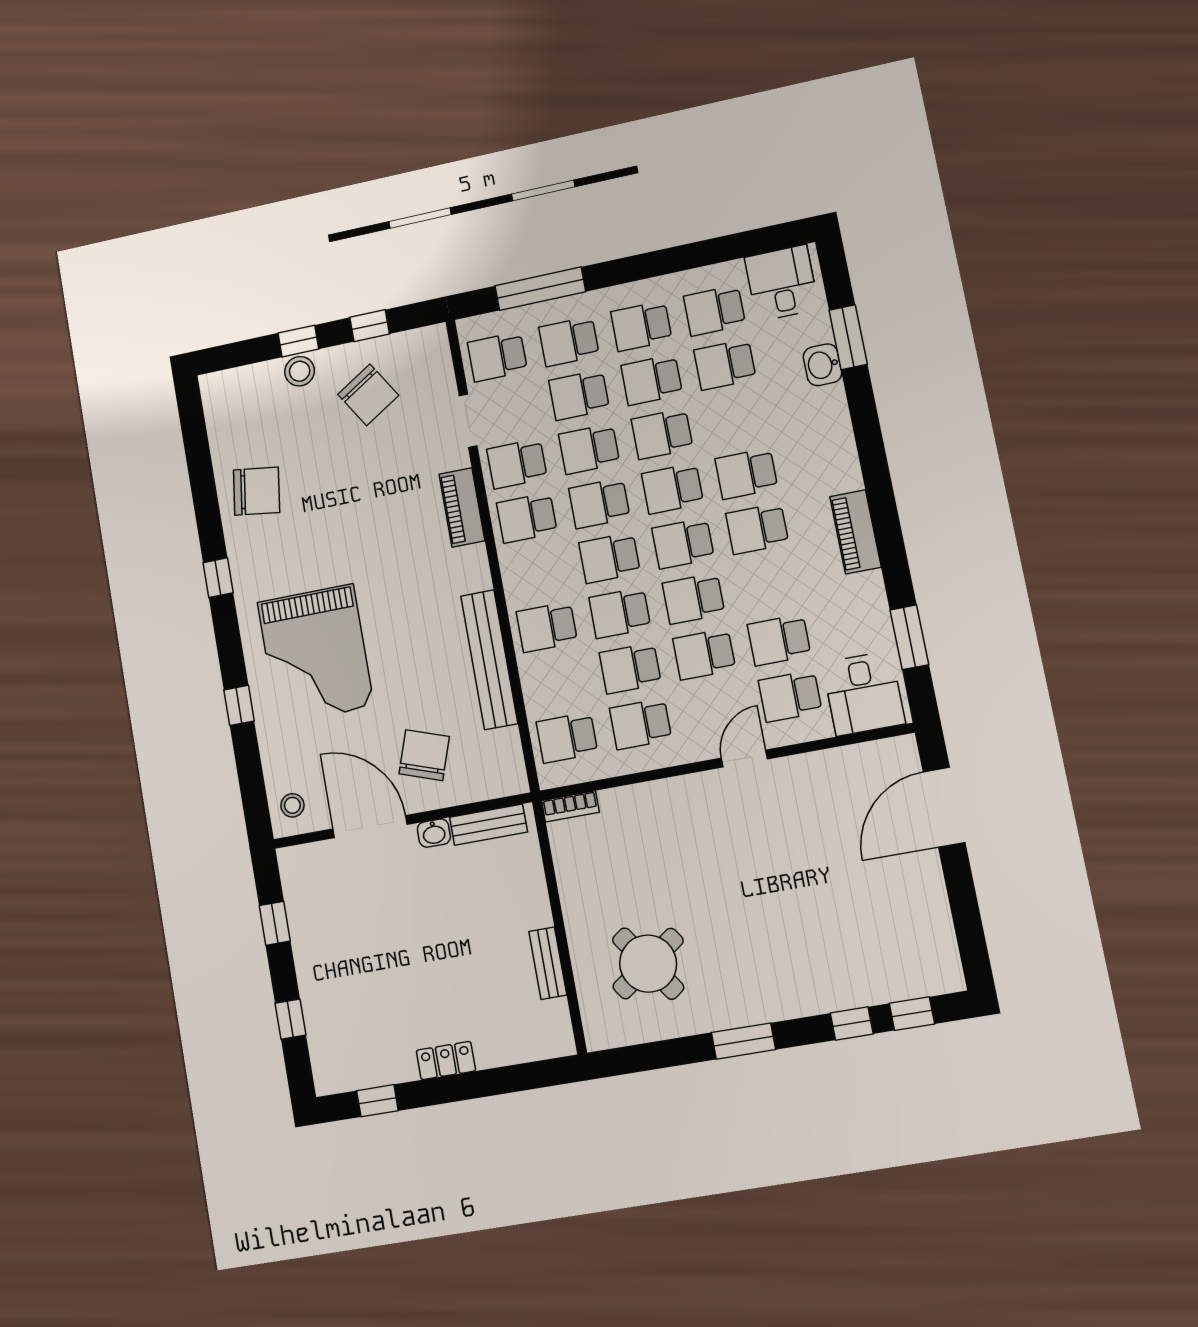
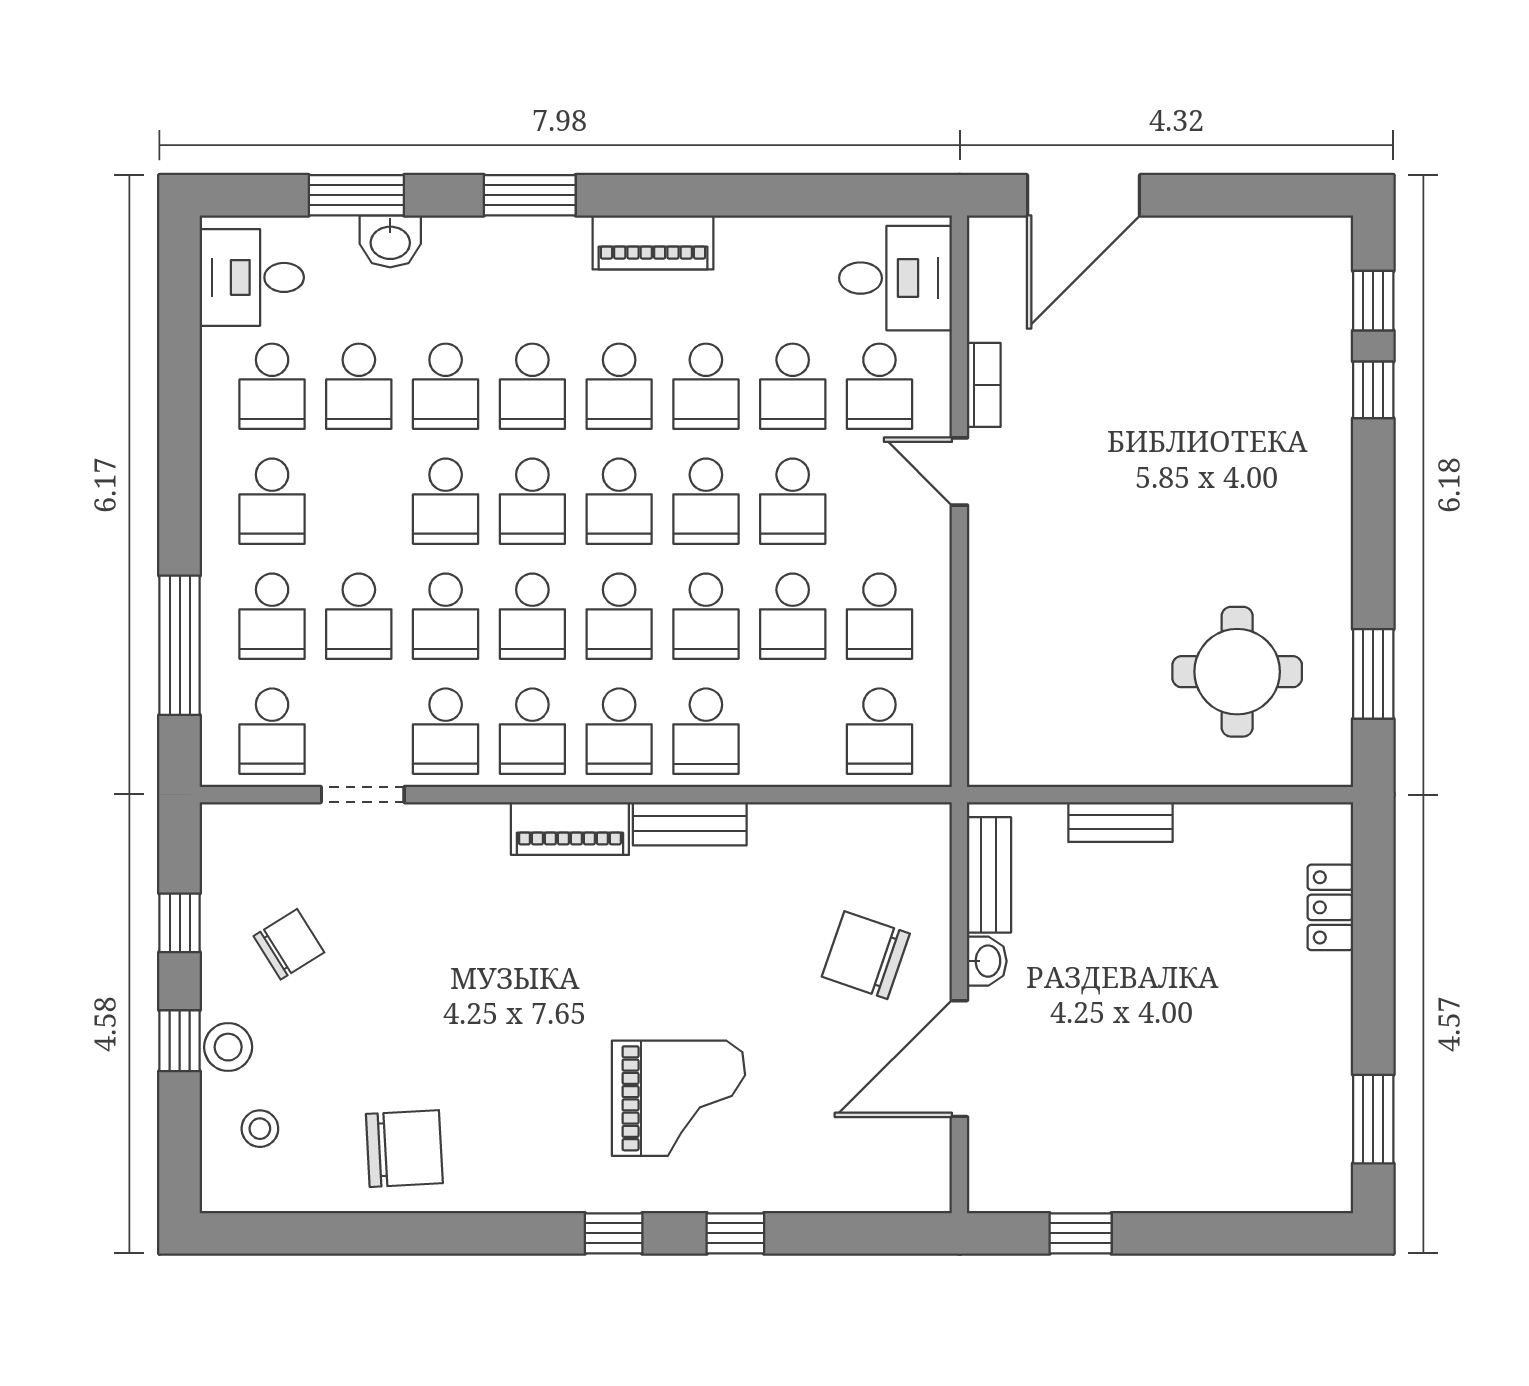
school desk: (652, 380) -> (446, 386), moved
chair: (368, 395) -> (289, 944), width x0.73, depth x0.73
chair: (256, 491) -> (404, 1149), turned 79
piano: (462, 507) -> (570, 828), moved
school desk: (537, 572) -> (619, 731), added
window: (218, 578) -> (614, 1233), moved
school desk: (768, 584) -> (706, 386), added
window: (909, 637) -> (530, 195), moved
grand piano: (315, 654) -> (678, 1098), width x0.73, depth x0.68
bench: (489, 660) -> (690, 824), width x0.54, depth x0.82
stool: (292, 805) -> (260, 1129), moved
bookcase: (570, 806) -> (984, 385), moved
door: (944, 807) -> (1083, 195), hinge flipped
bench: (548, 963) -> (1120, 822), moved
round table: (648, 964) -> (1237, 672), turned 35
window: (290, 1019) -> (1230, 1233), removed
window: (743, 1041) -> (1373, 674), moved
locker: (446, 1061) -> (1330, 907), moved
window: (377, 1101) -> (1373, 1119), width x1.50

